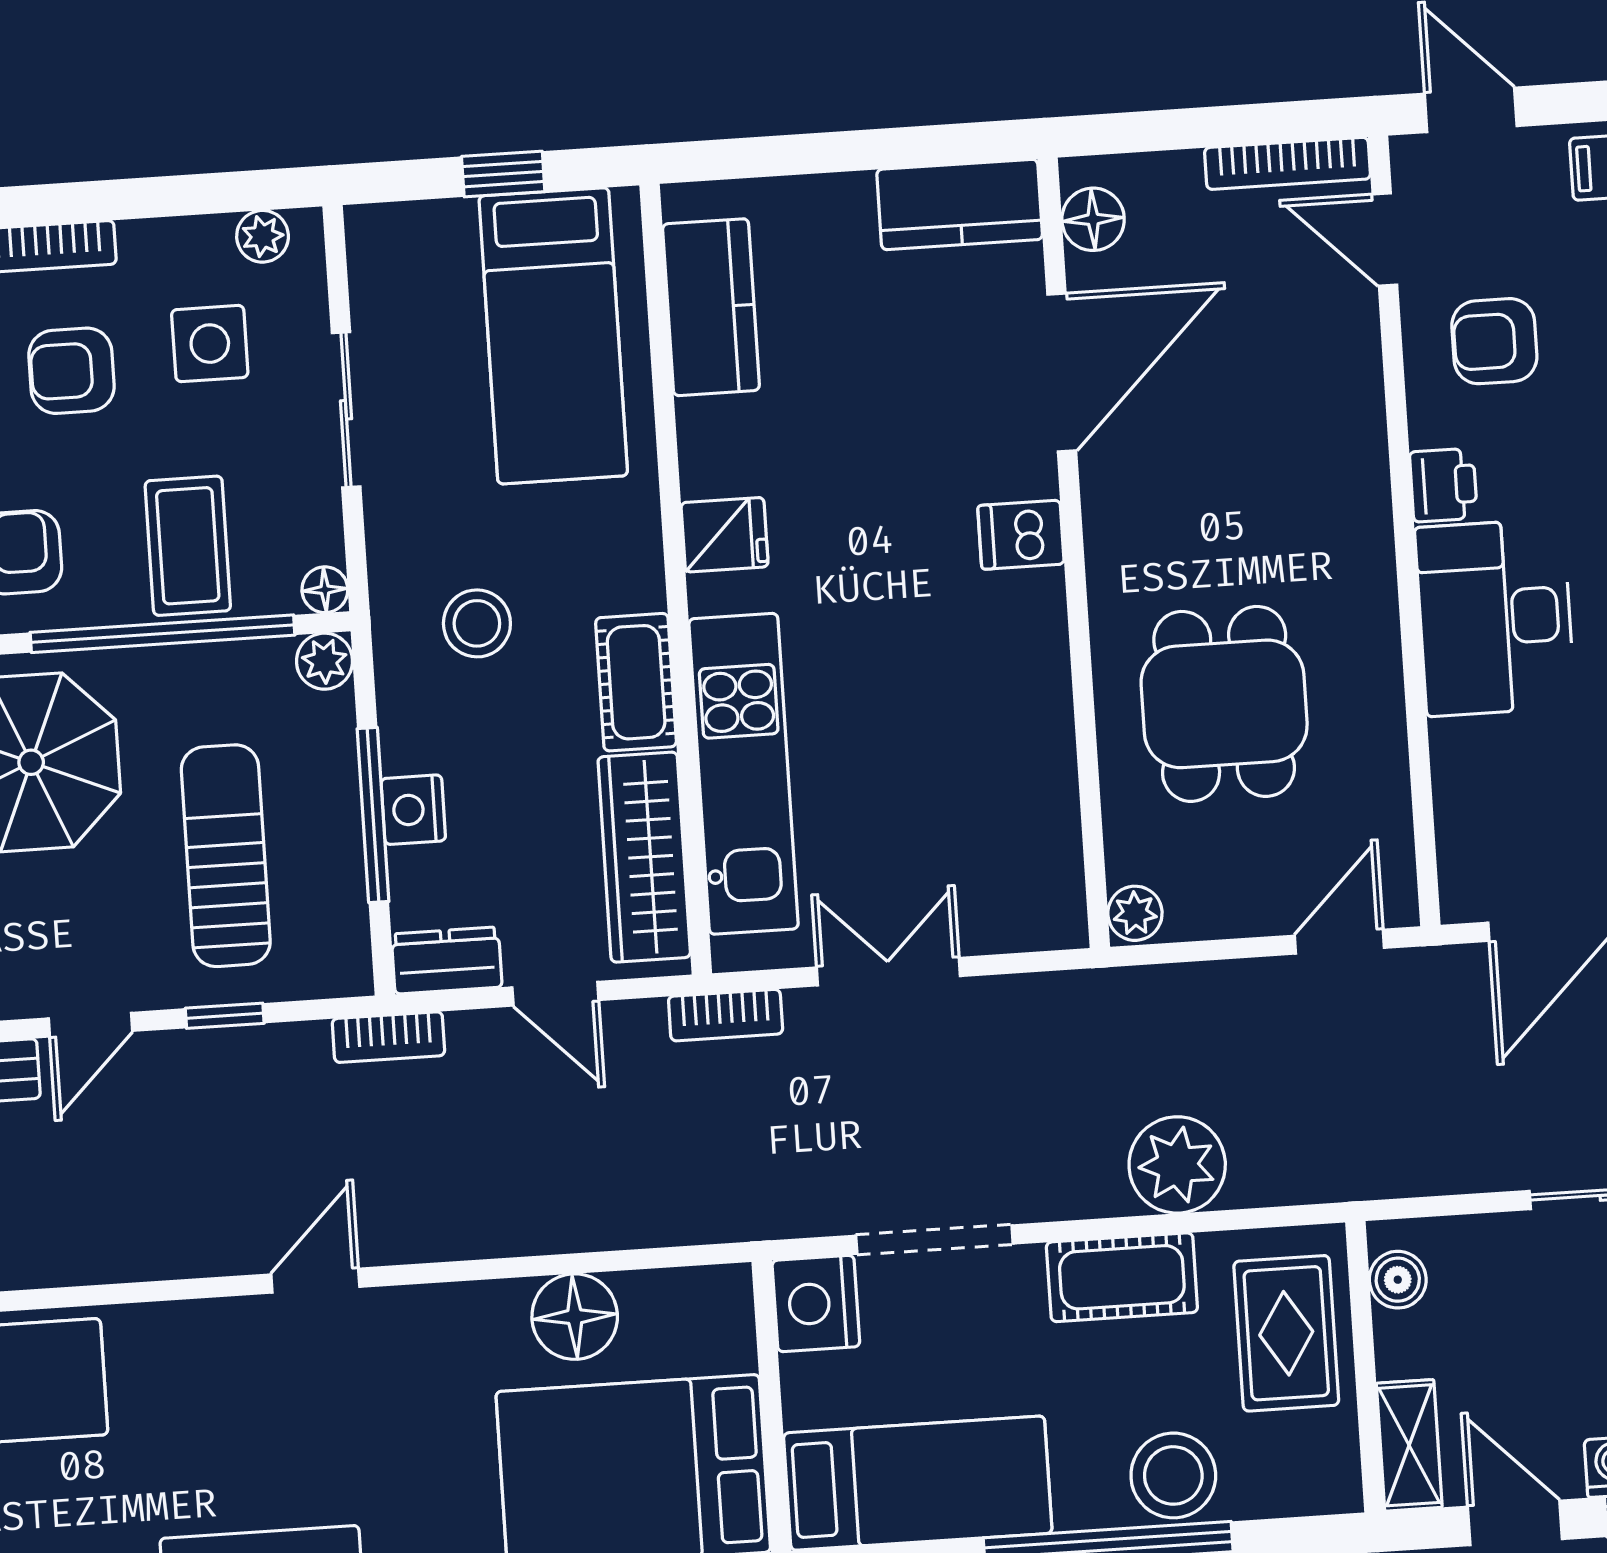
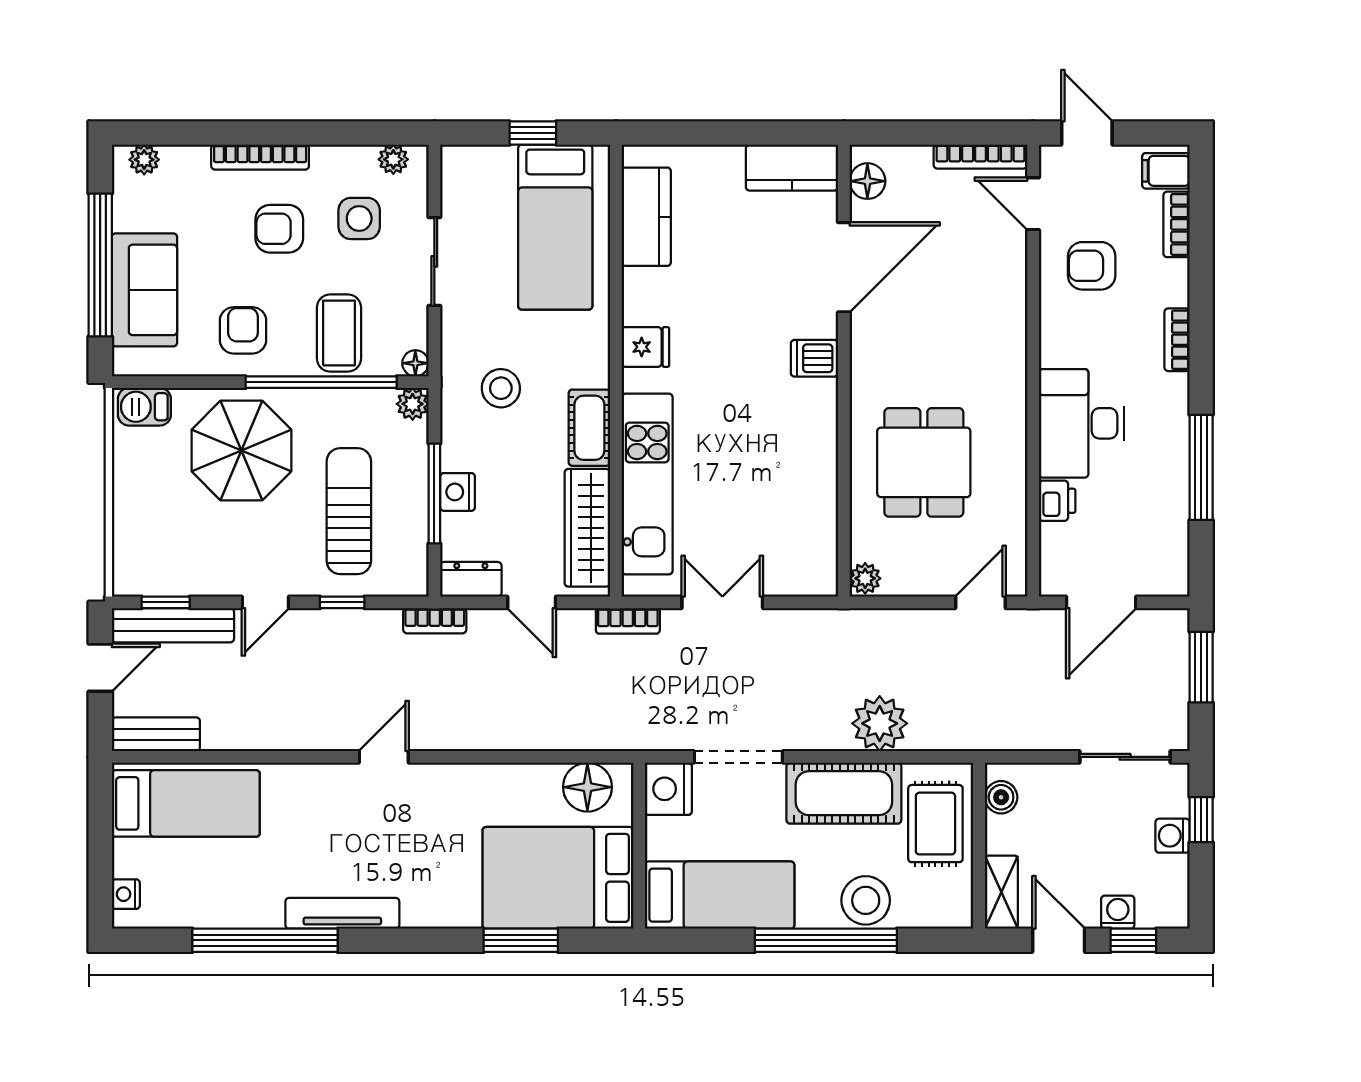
printer: (1443, 485) -> (1057, 501), moved
cot: (1122, 1277) -> (844, 793), width x1.37, depth x1.34
floor lamp: (575, 1317) -> (587, 787), moved

